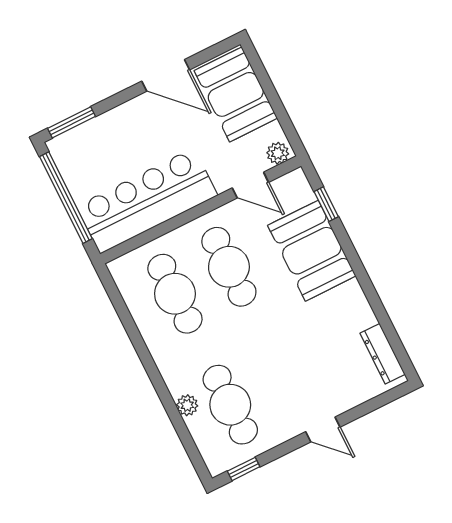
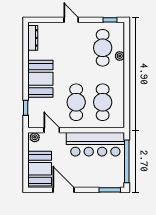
booth: (312, 251) -> (40, 79), moved

